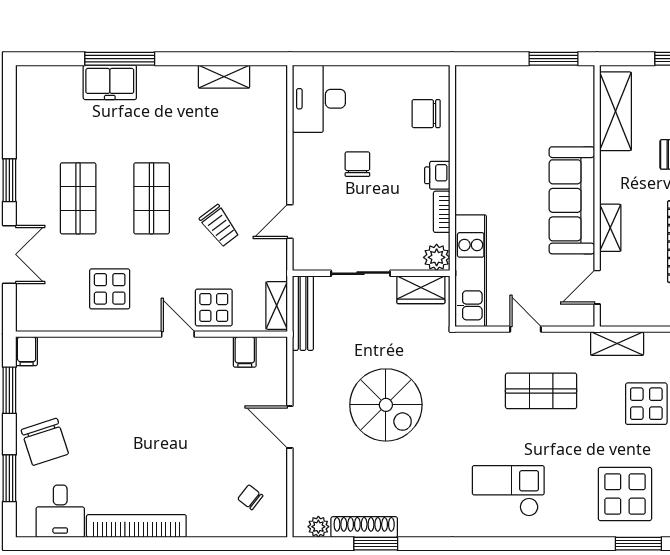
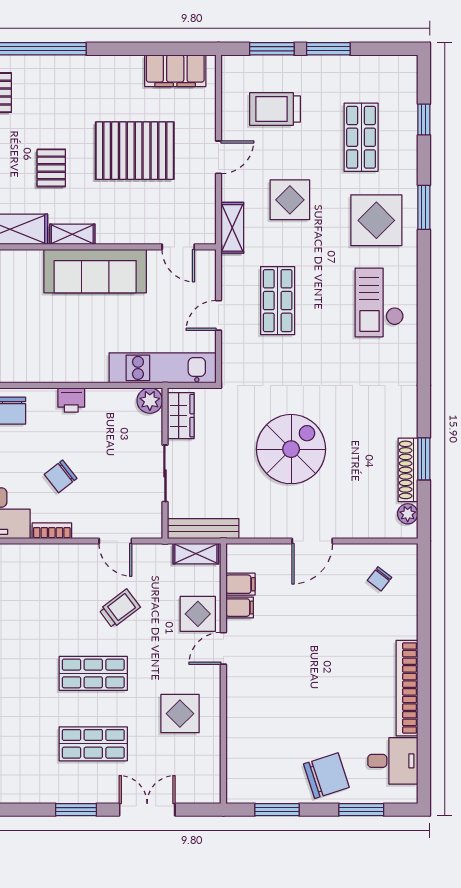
chair: (357, 164) -> (61, 476), turned -38
bookcase: (442, 212) -> (52, 531), moved, turned 180
shelving: (610, 228) -> (72, 234), moved
filing cabinet: (27, 351) -> (240, 608), moved
checkout: (508, 491) -> (379, 302), moved

